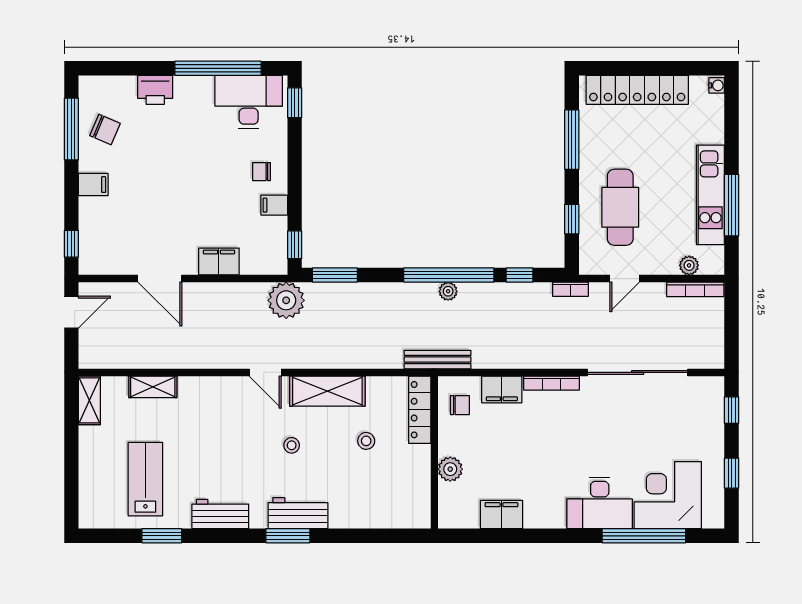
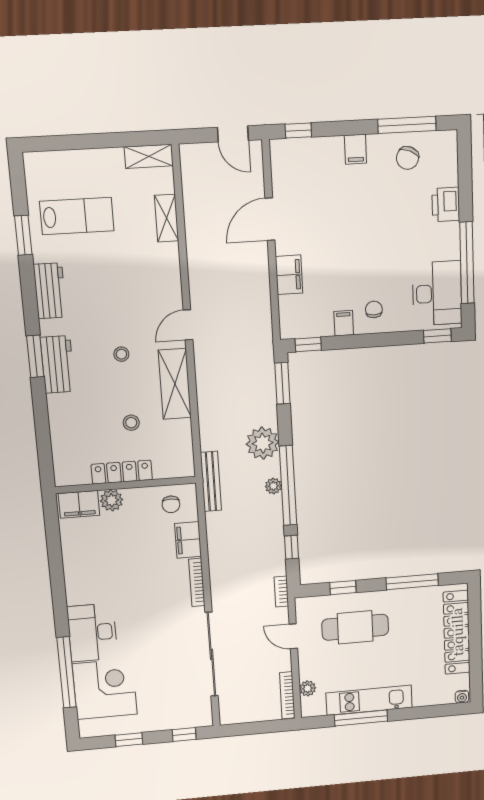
plant: (286, 300) -> (263, 443), moved
locker: (420, 410) -> (122, 472), moved
filing cabinet: (501, 515) -> (79, 504), moved, turned 90

